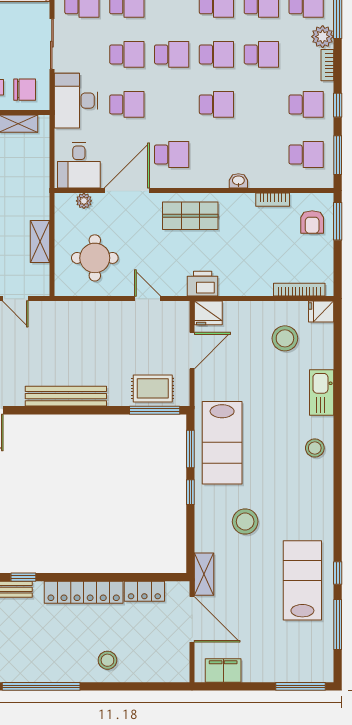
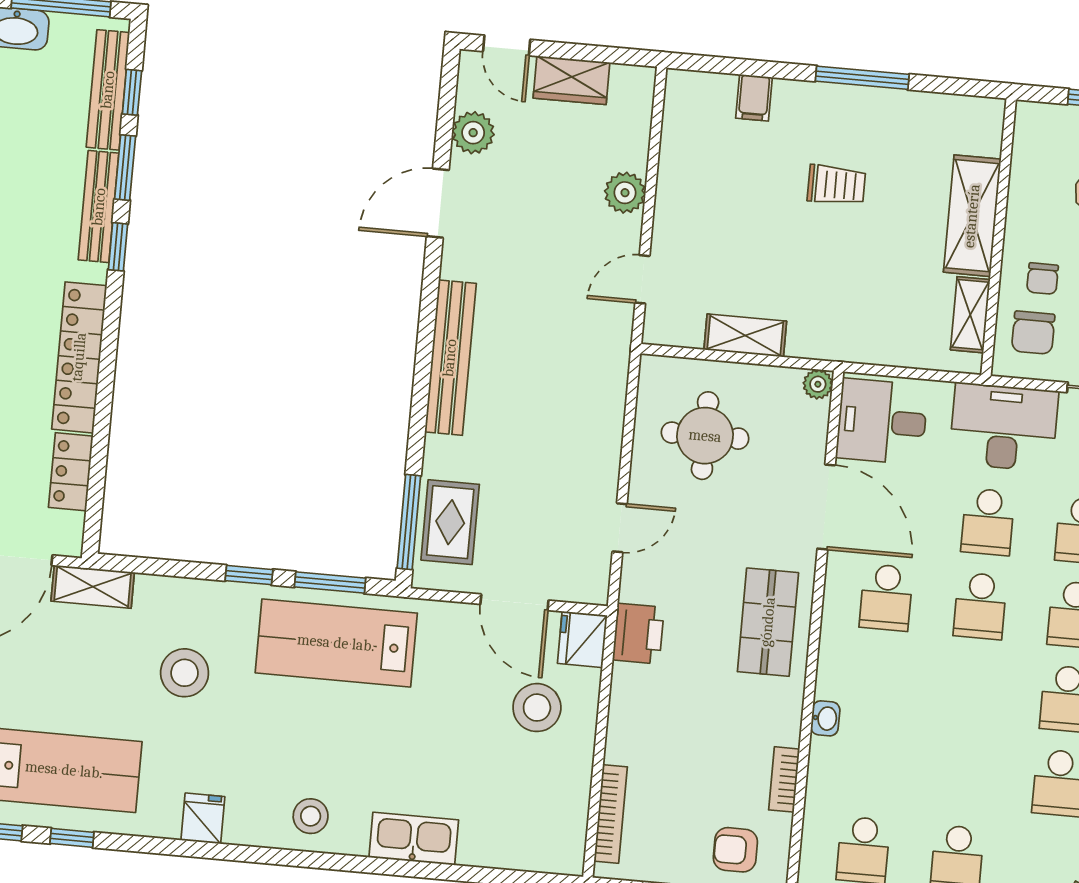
school desk: (216, 104) -> (980, 606), moved
plant: (84, 201) -> (818, 384), moved
fridge: (321, 312) -> (203, 818), moved
stool: (285, 338) -> (537, 708), moved

